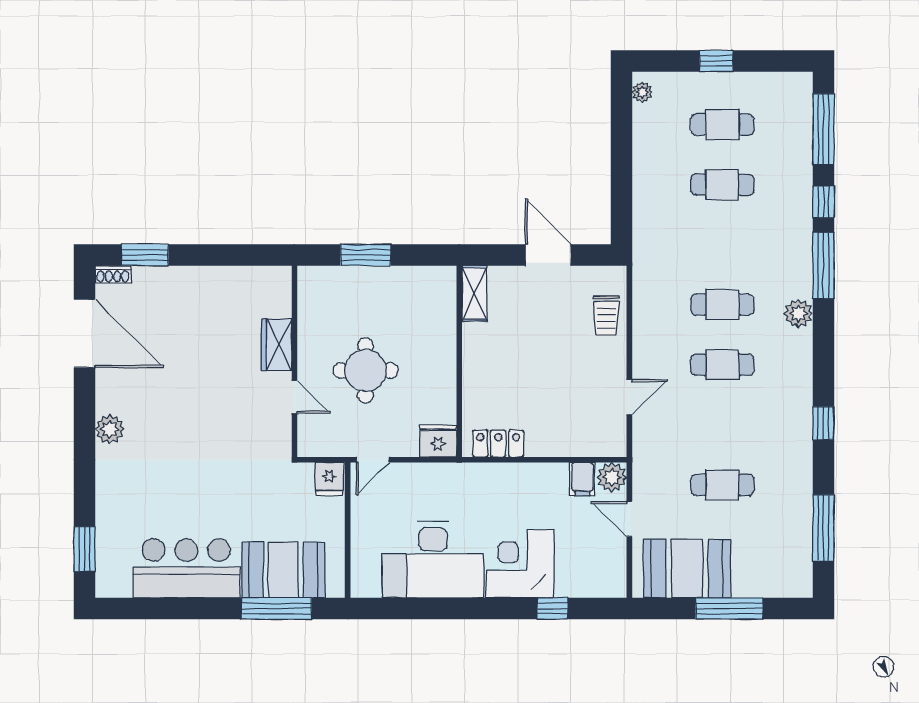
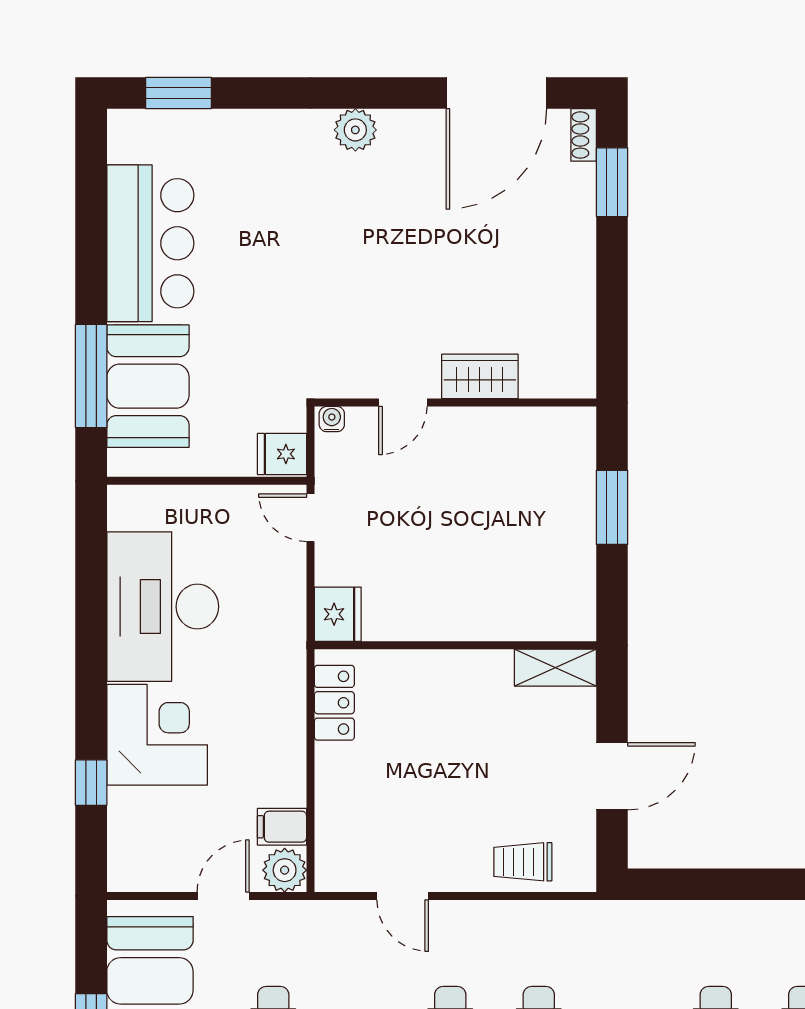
round table: (366, 370) -> (442, 507), removed
water cooler: (306, 445) -> (332, 419), added

